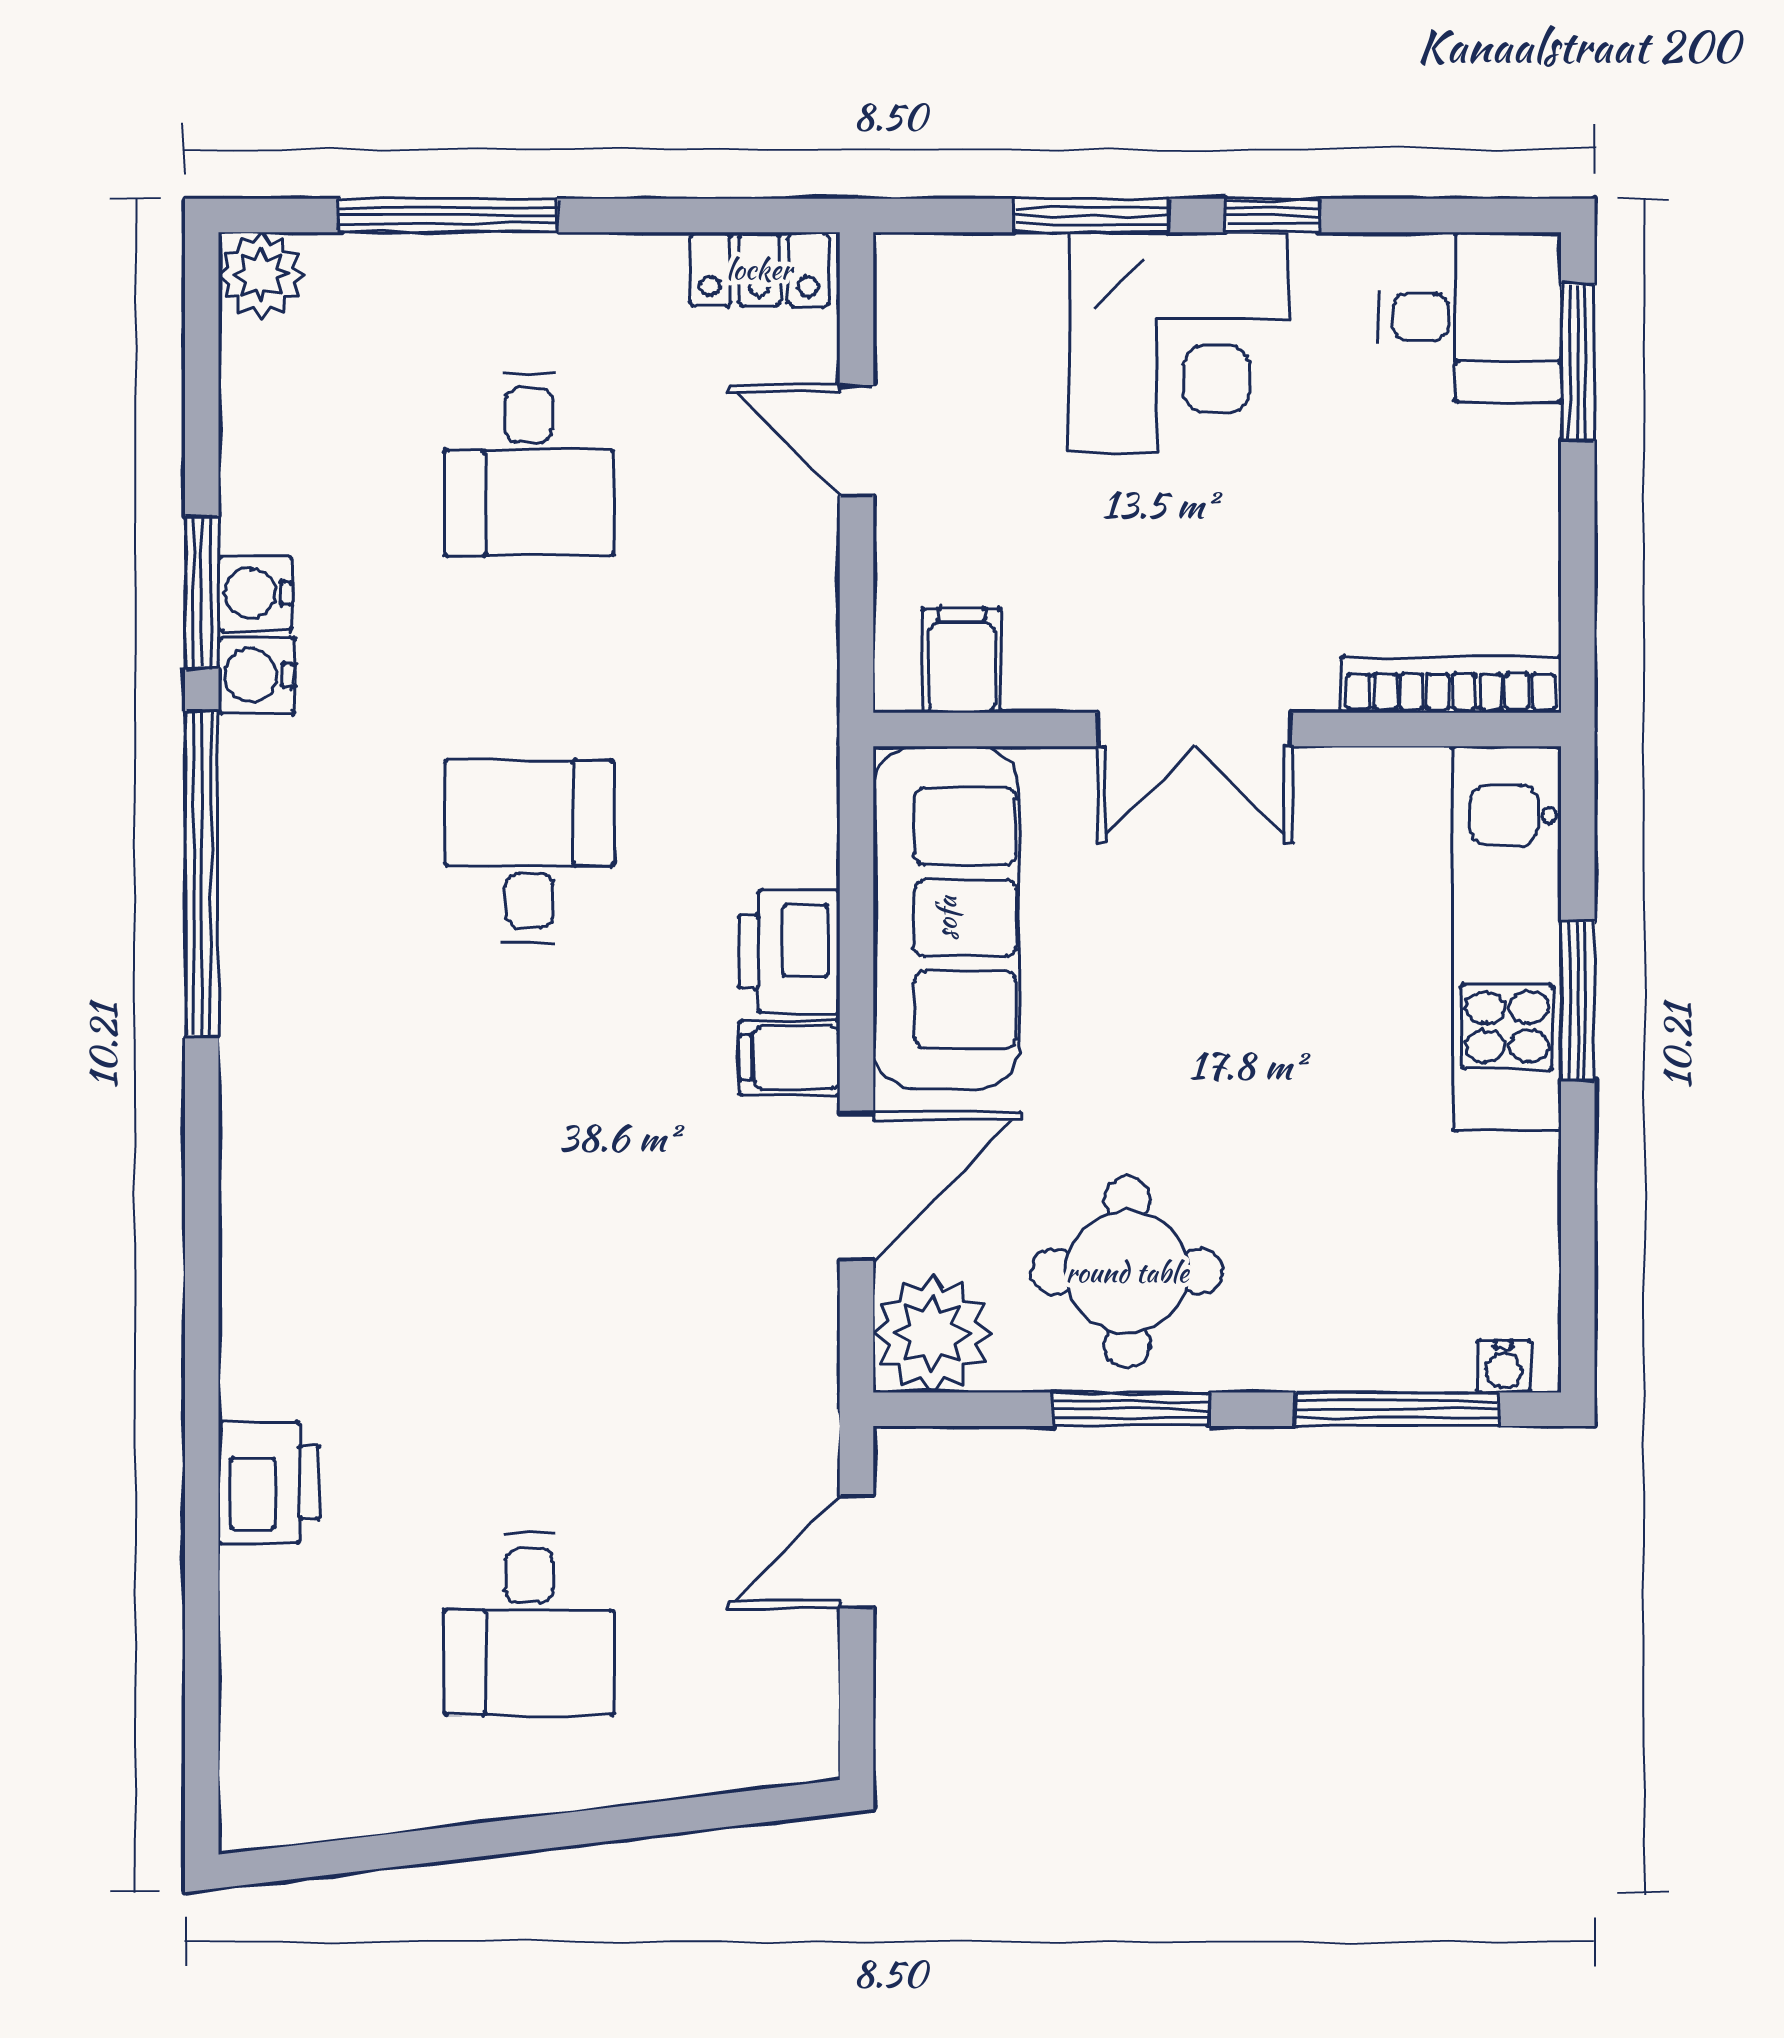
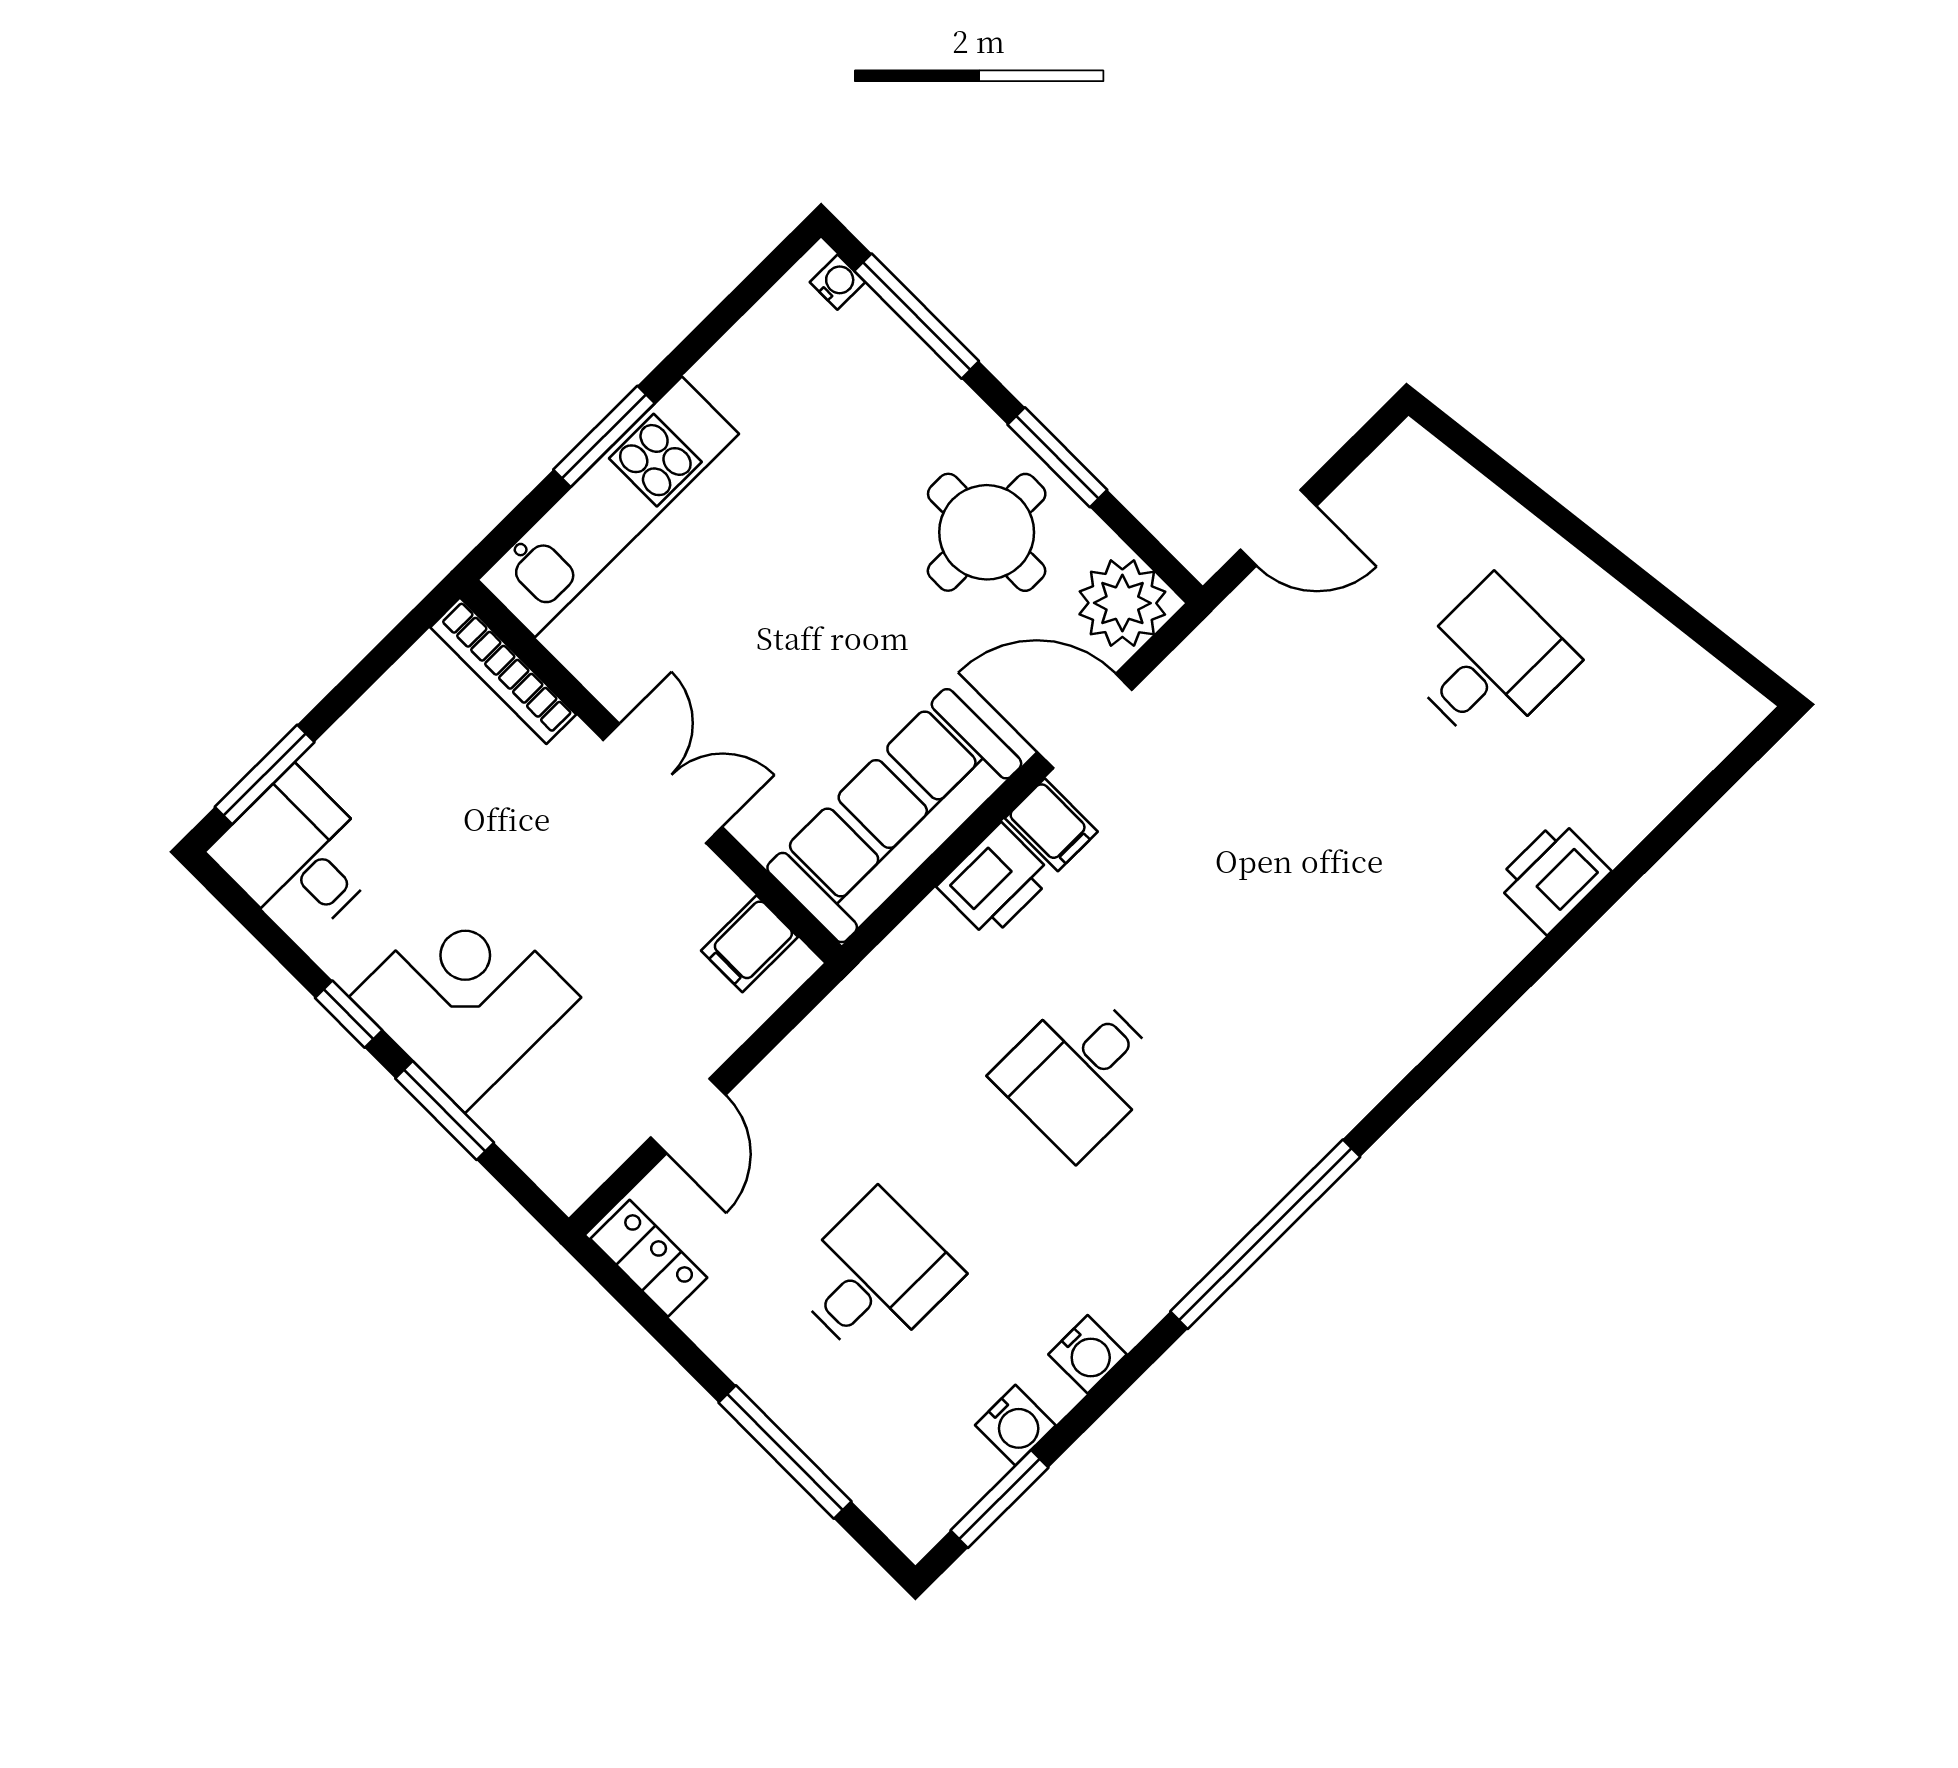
plant: (261, 275) -> (915, 1520), removed
window: (202, 592) -> (999, 1499), moved
water cooler: (256, 675) -> (1015, 1425), moved

